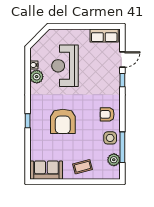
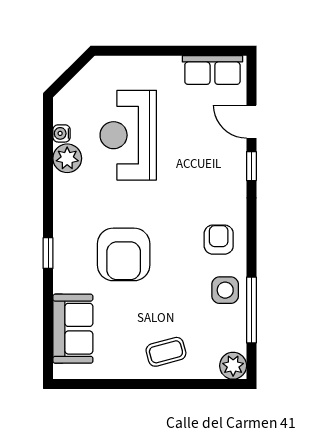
door: (122, 59) -> (251, 122), swing flipped
armchair: (107, 114) -> (219, 240), turned 90
plant: (114, 160) -> (233, 366), moved
sofa: (46, 170) -> (73, 329), moved, turned 90

